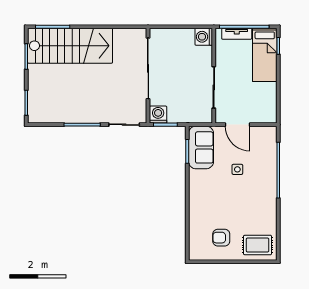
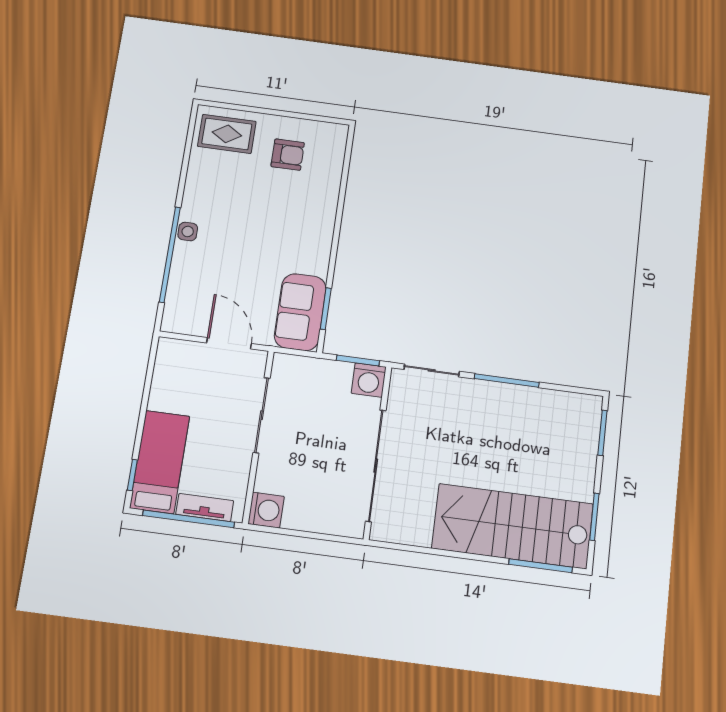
side table: (237, 169) -> (188, 231), moved

